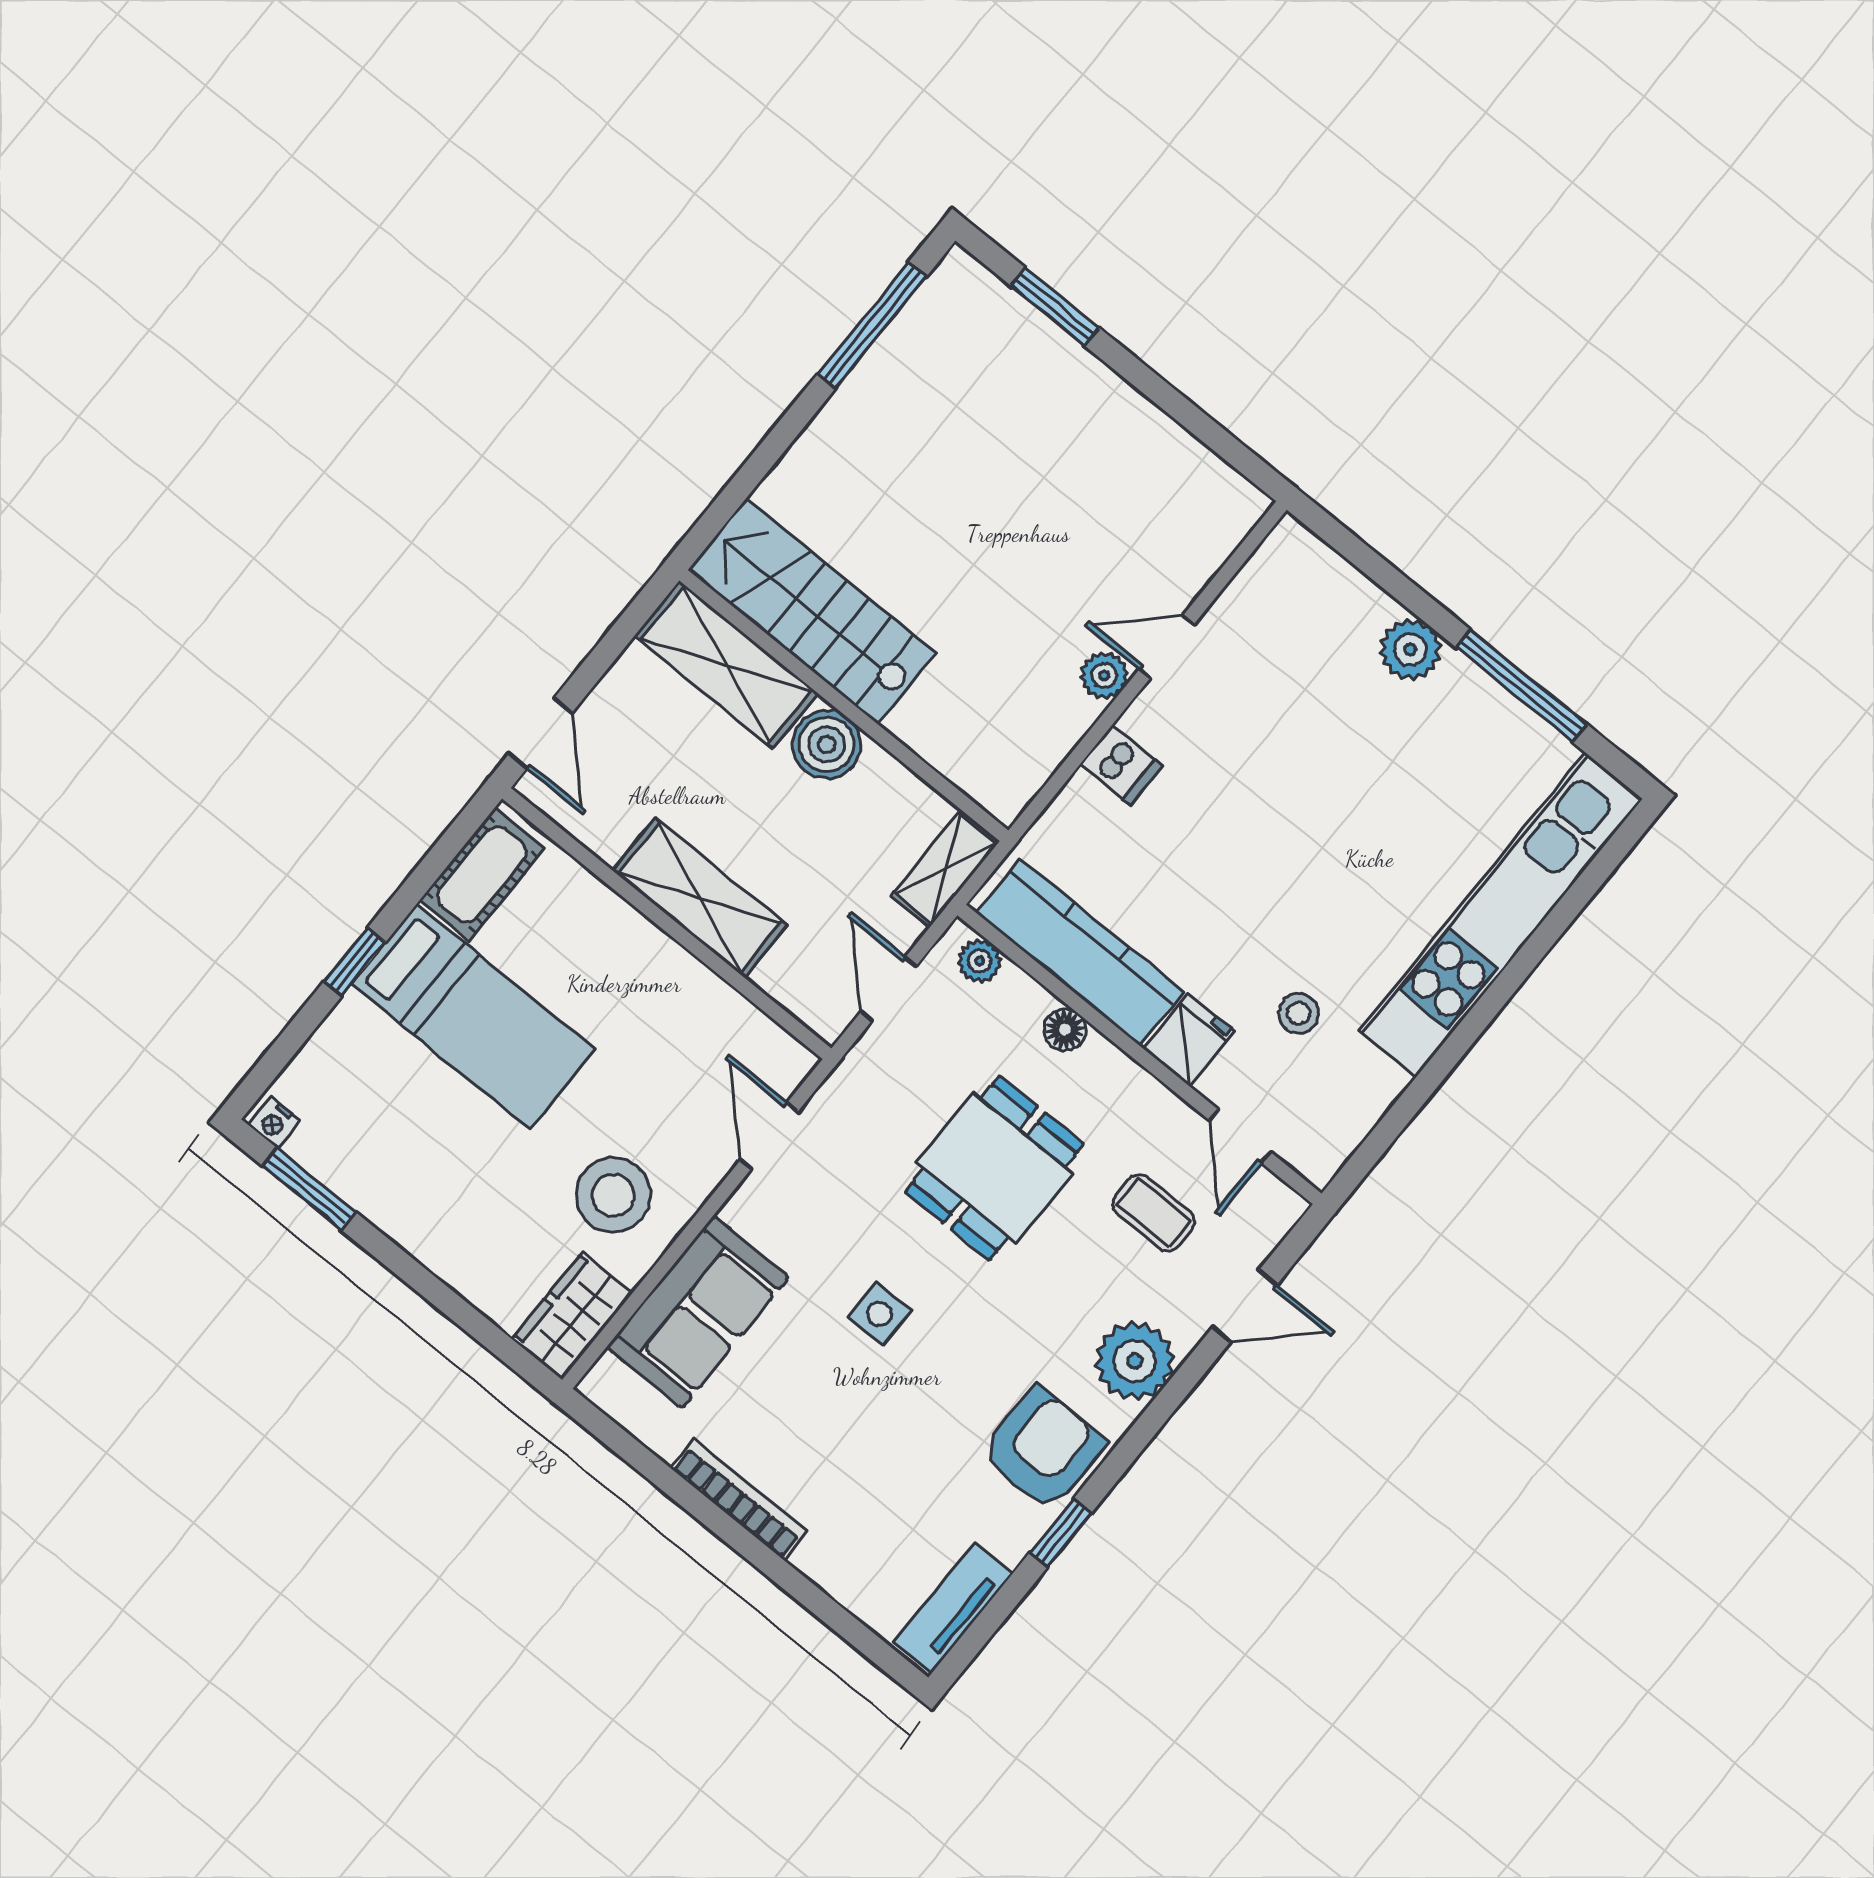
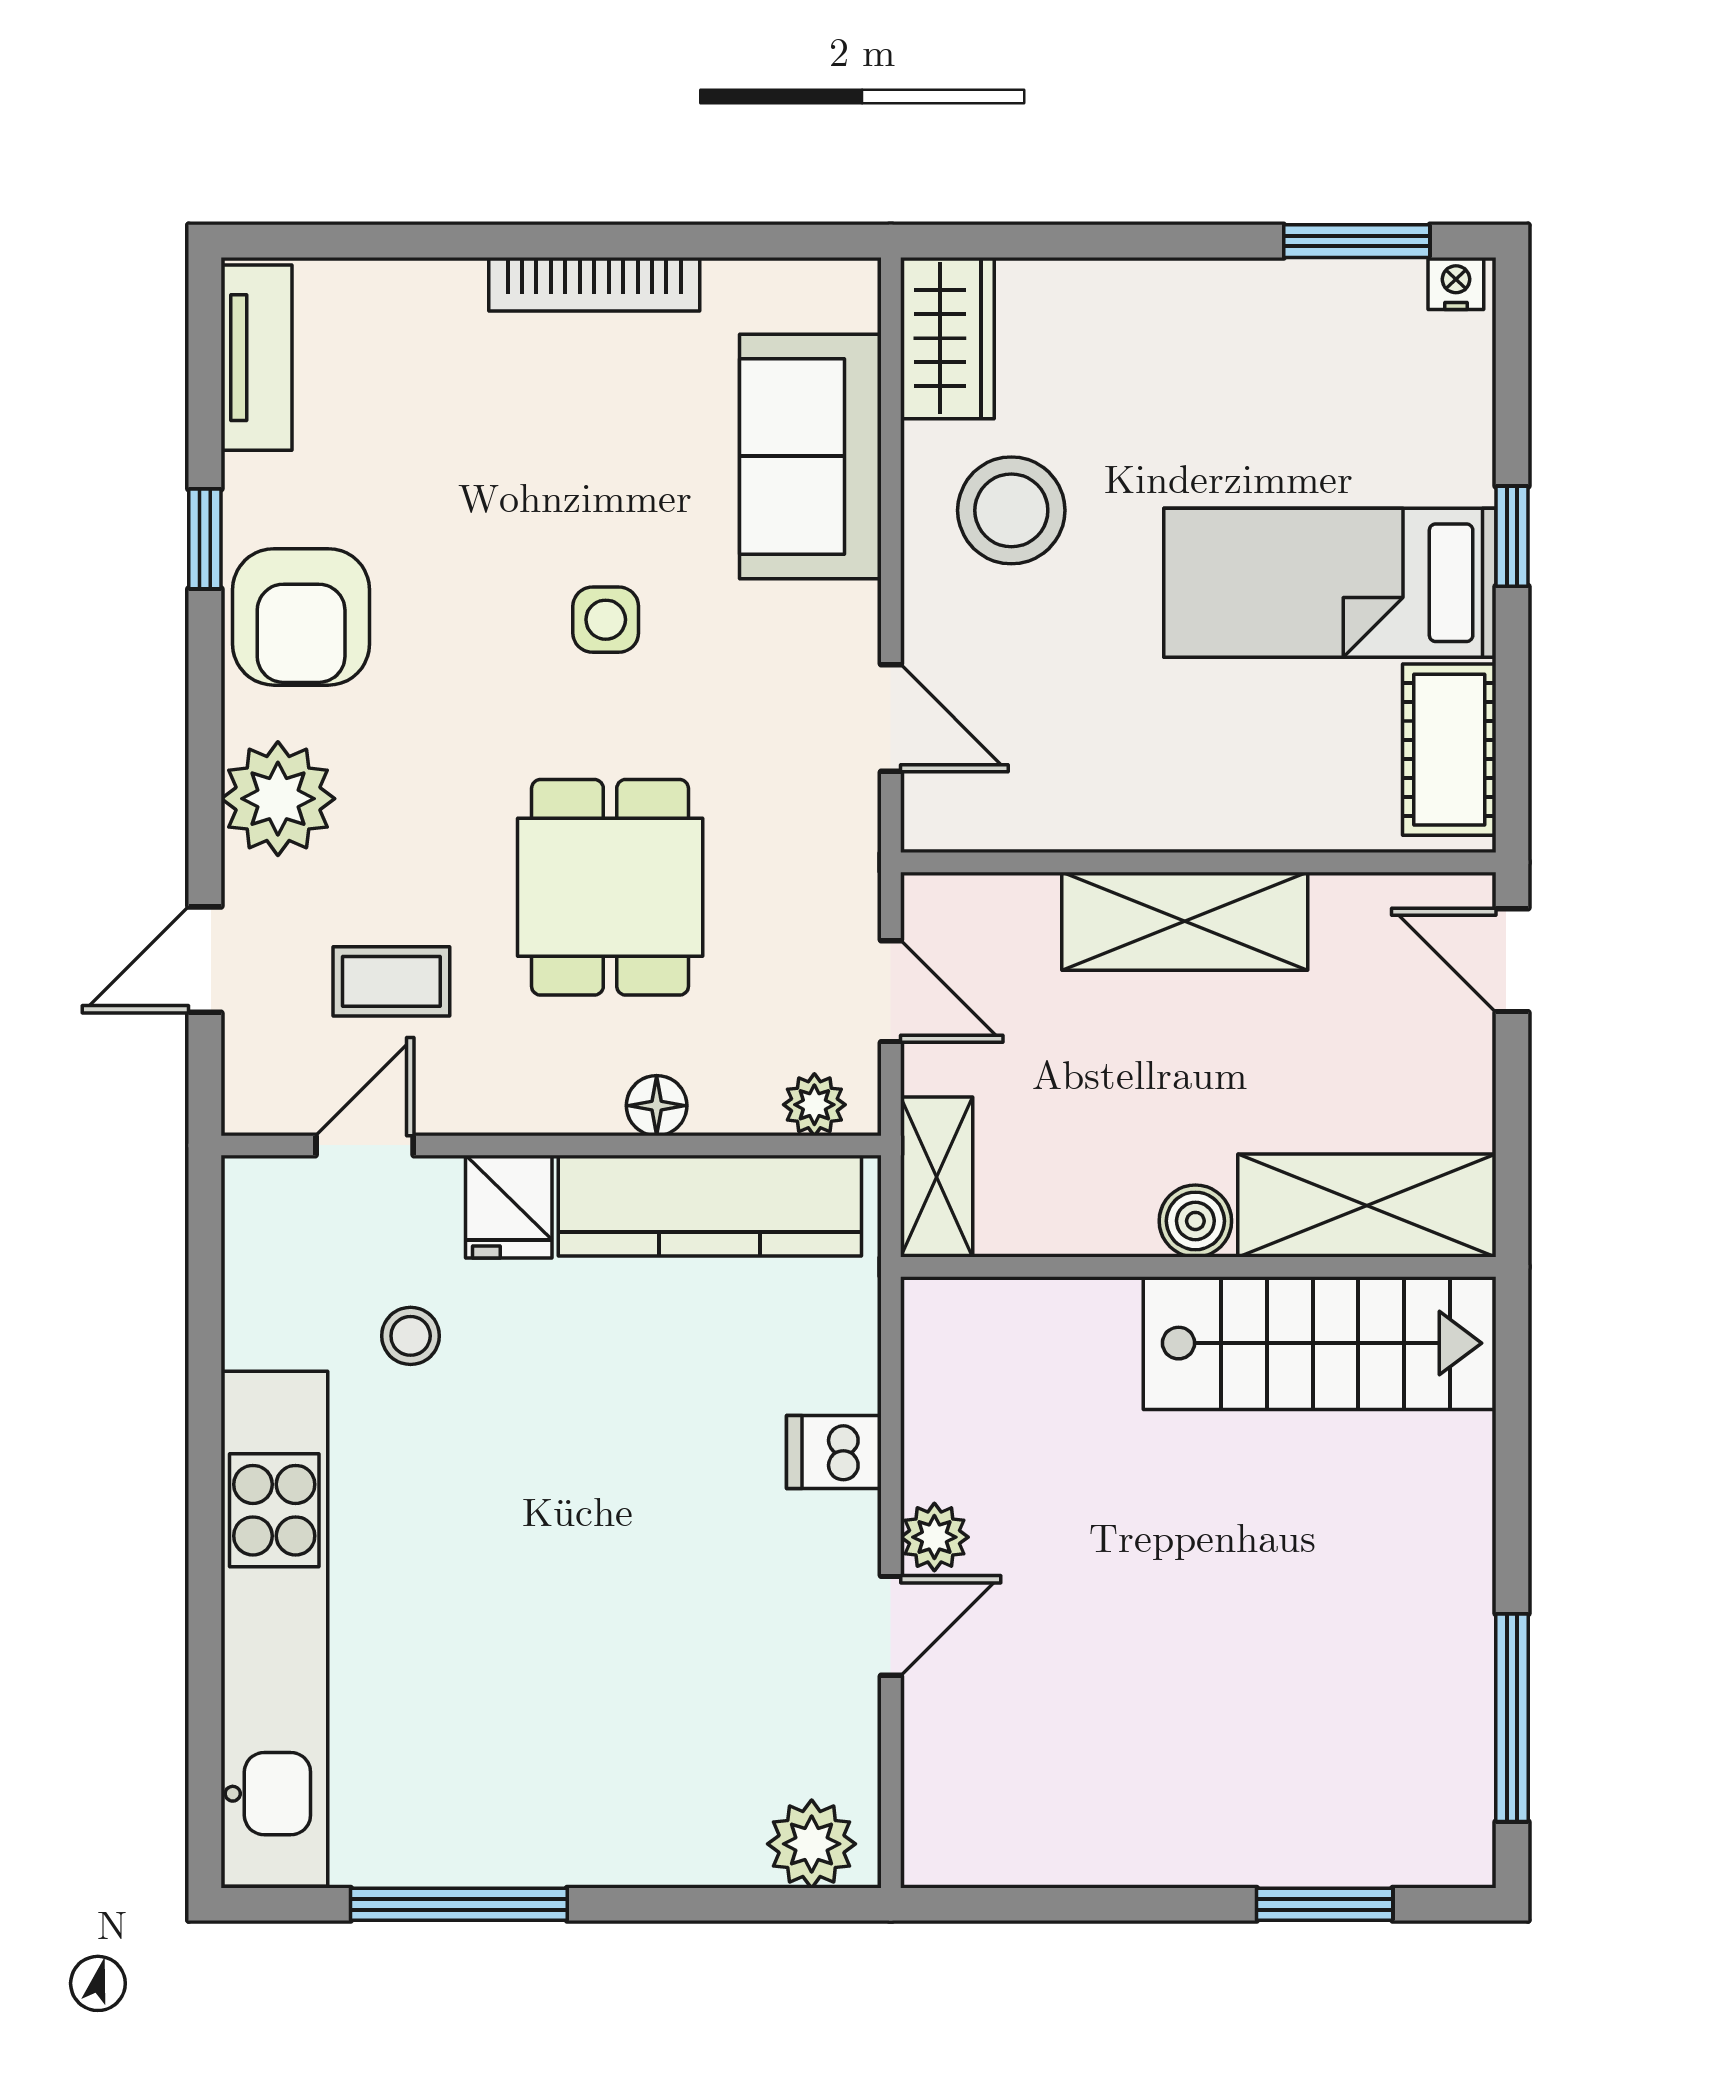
plant: (1410, 649) -> (812, 1844), moved
boiler: (827, 744) -> (1195, 1221), width x0.73, depth x0.73
door: (1240, 1136) -> (365, 1145), hinge flipped

